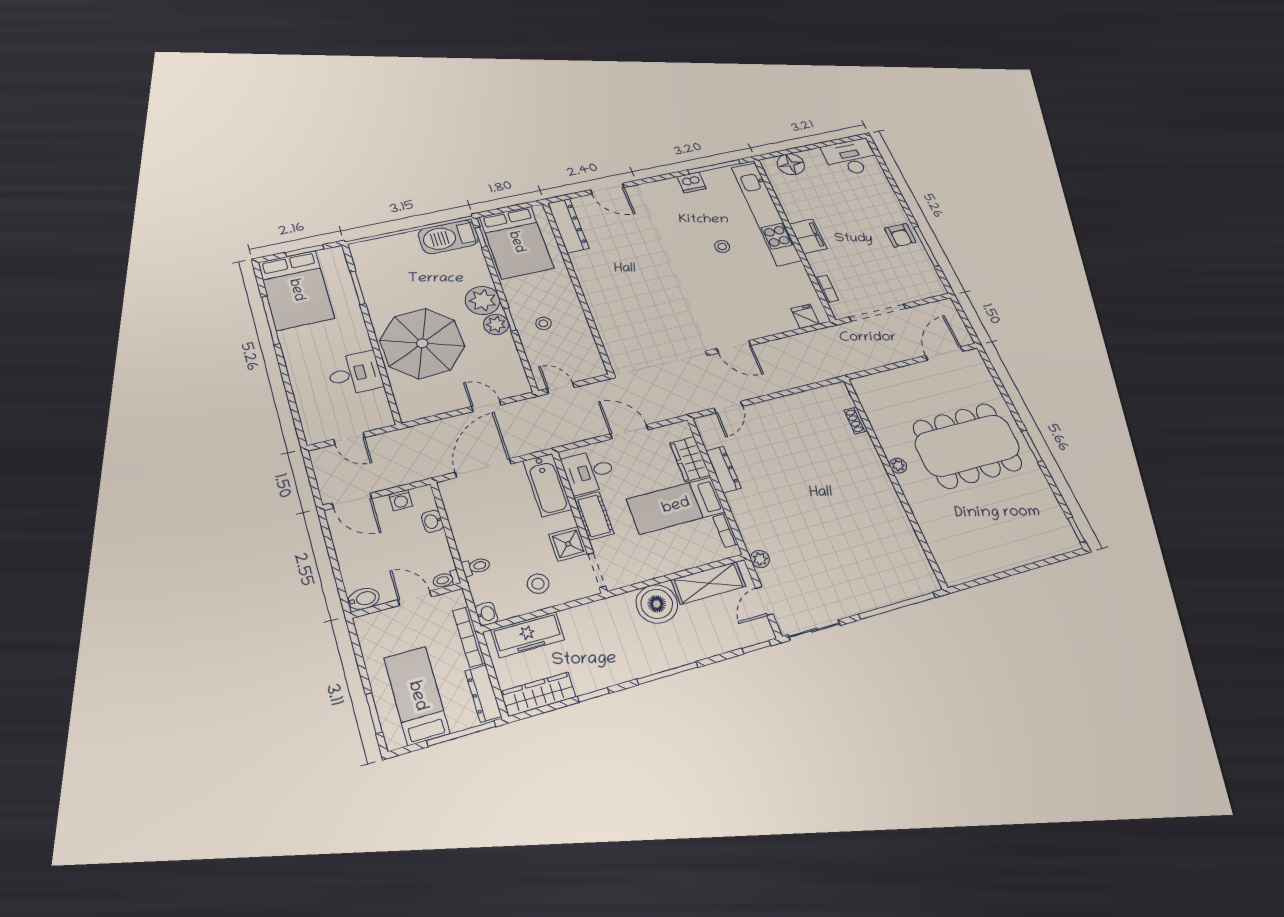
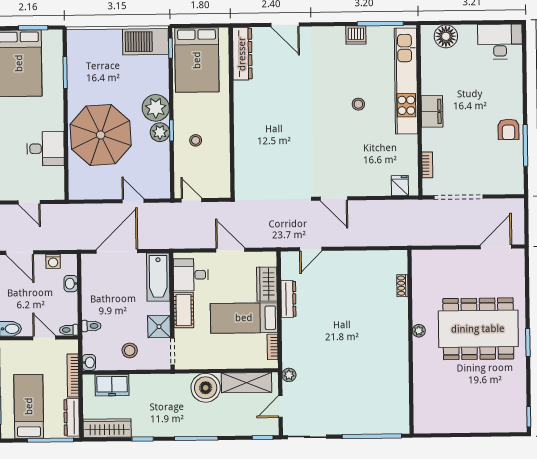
freezer: (528, 635) -> (112, 385), width x0.71

